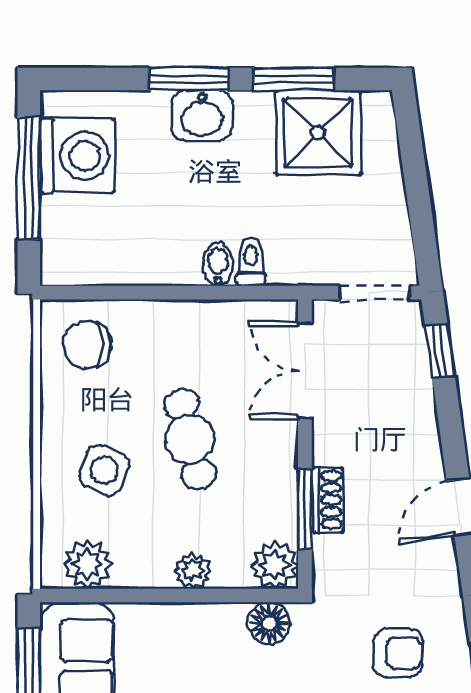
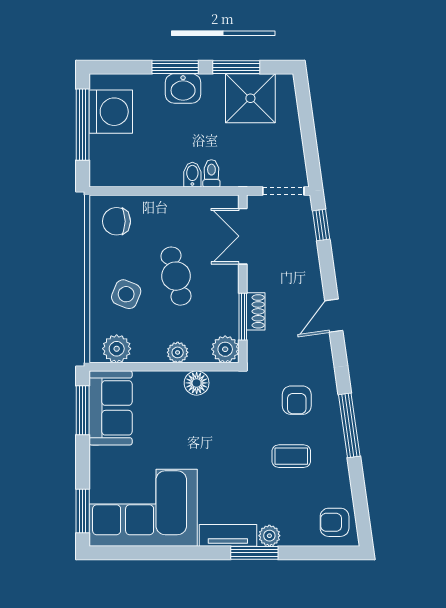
floor lamp: (269, 623) -> (197, 383), moved
armchair: (398, 653) -> (297, 400), turned 90

